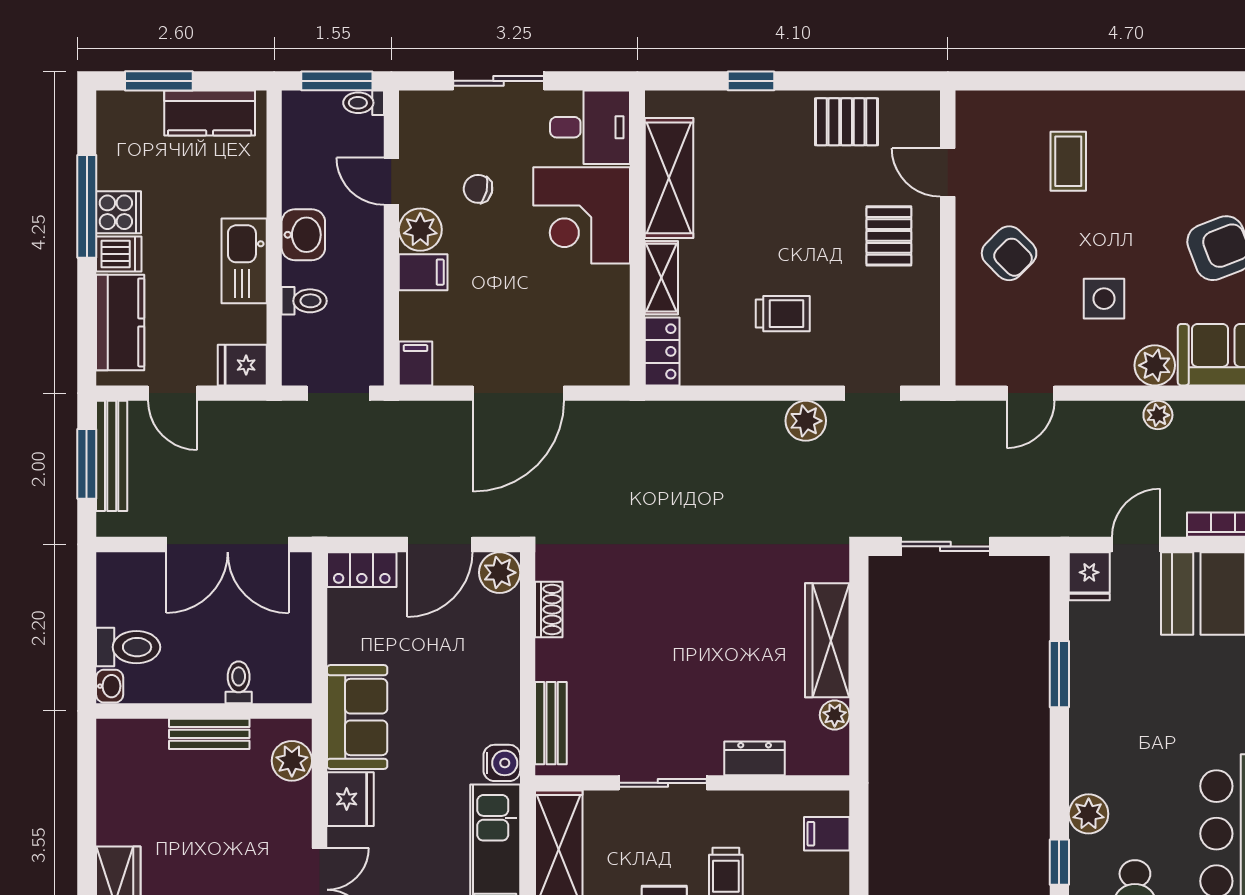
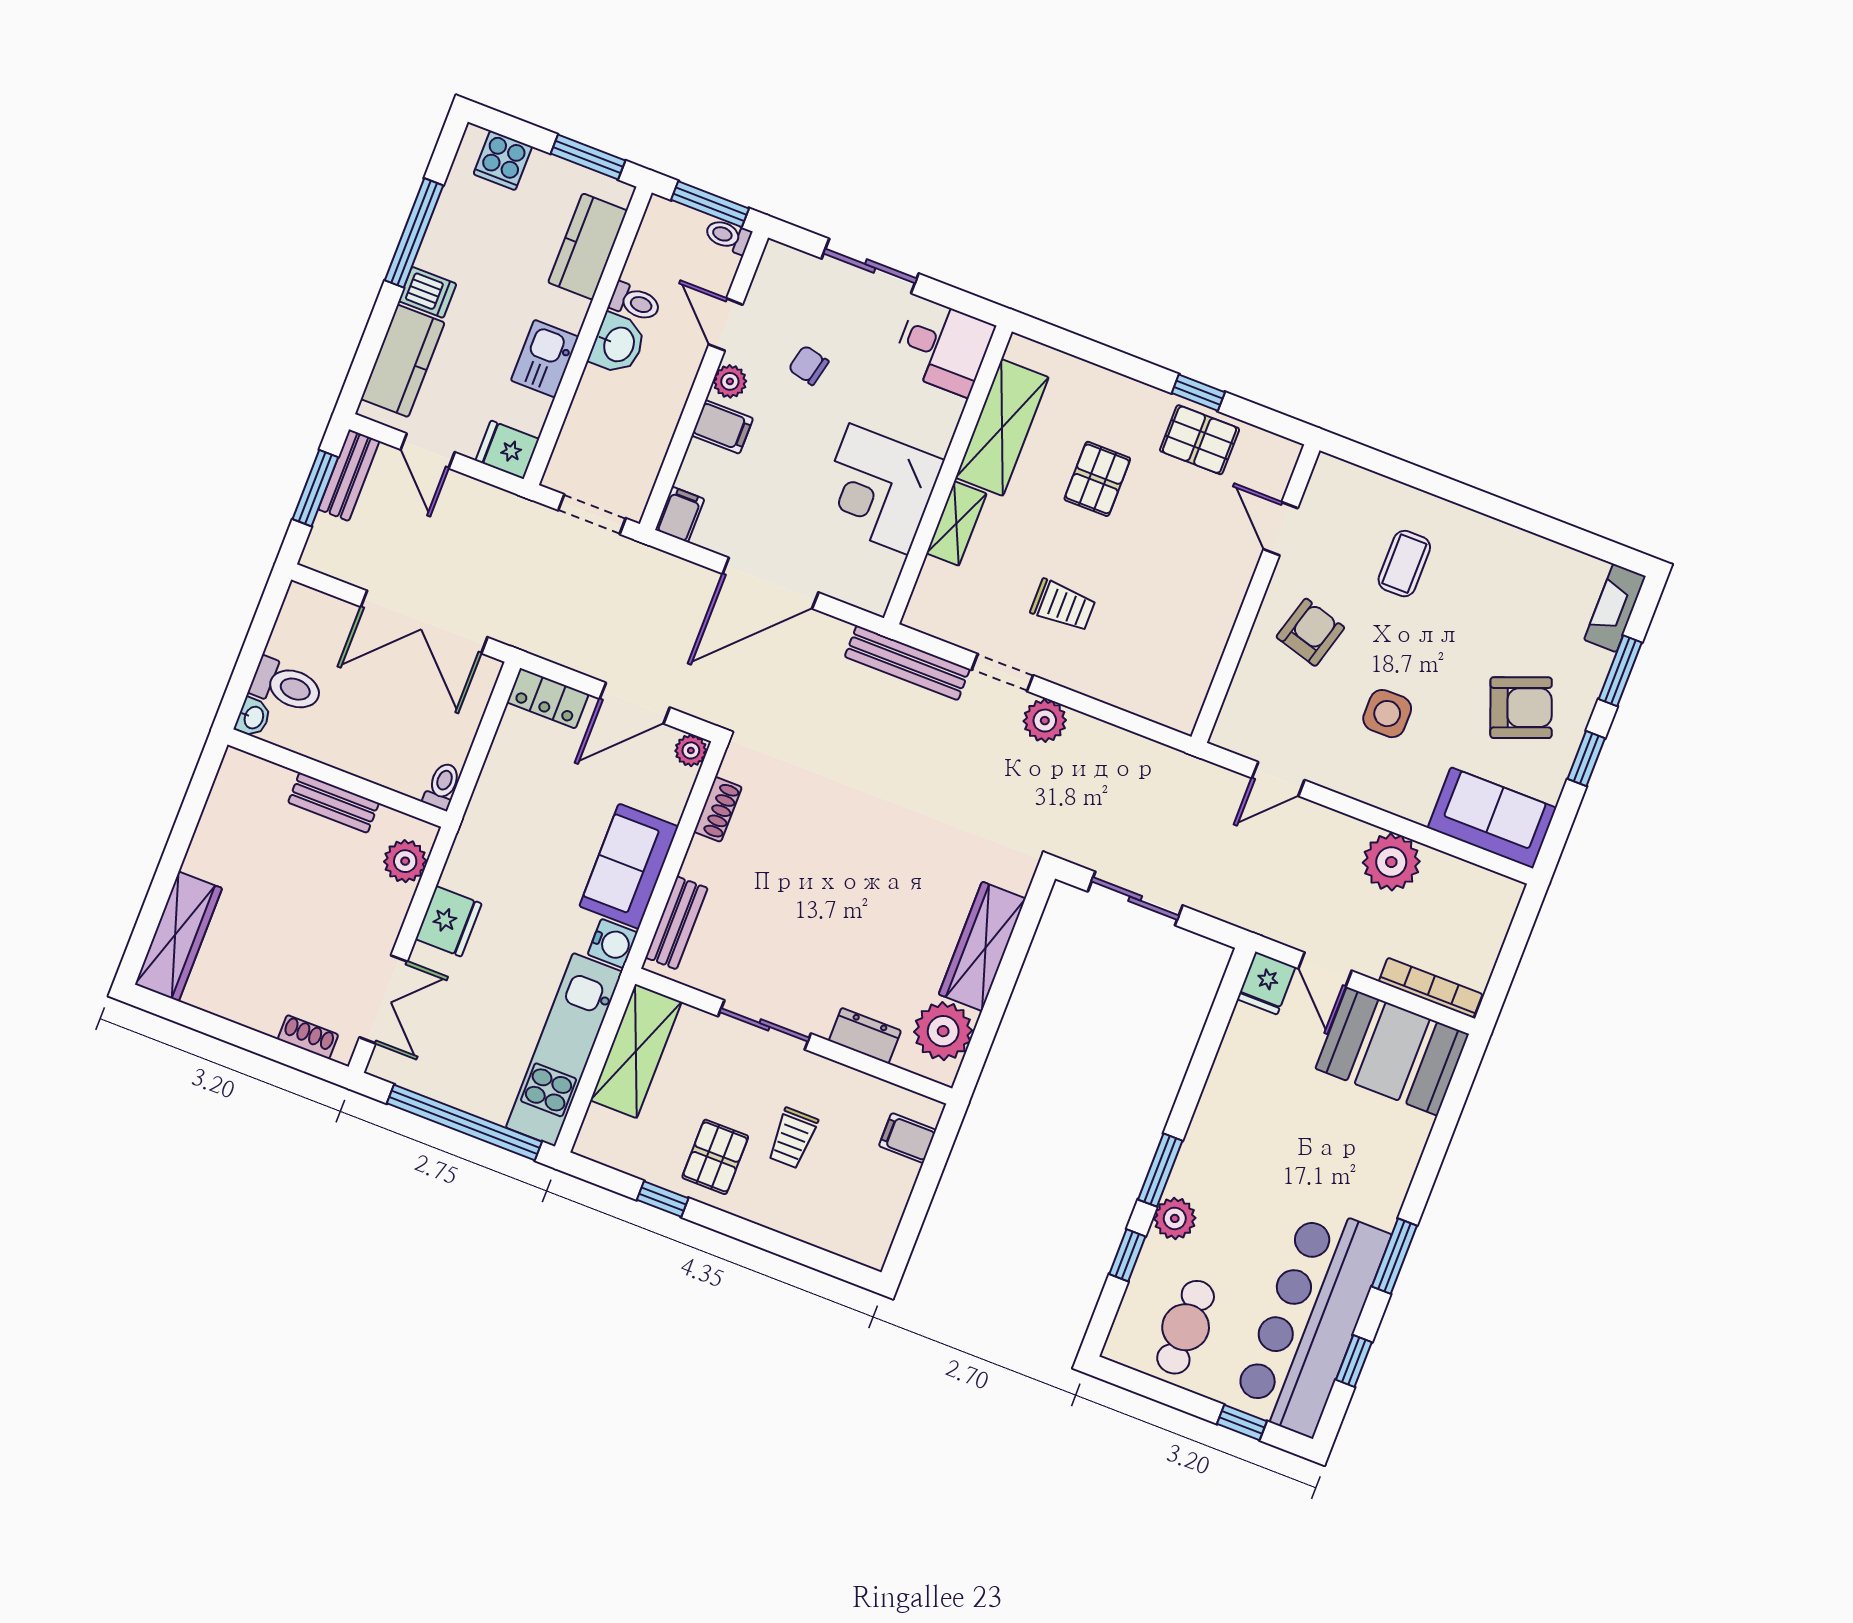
window: (159, 81) -> (588, 157), moved
window: (751, 81) -> (1198, 393), moved
kitchen counter: (210, 113) -> (588, 246), moved, turned 90
cooker: (119, 212) -> (503, 160), moved, turned 90
corner desk: (582, 215) -> (879, 489), moved
plant: (420, 230) -> (730, 381), width x0.73, depth x0.73
pallet: (889, 236) -> (1097, 479), moved
armchair: (1009, 253) -> (1310, 632), turned -119
kitchen sink: (244, 261) -> (545, 359), width x0.73
toilet: (304, 301) -> (635, 302), moved
locker: (662, 351) -> (929, 597), removed
plant: (1155, 365) -> (1412, 799), removed
doorway: (872, 393) -> (1002, 673), moved
plant: (1158, 415) -> (1391, 862), width x1.88, depth x1.88
bench: (666, 417) -> (907, 663), added
bench: (112, 456) -> (349, 475), width x0.73
door: (1136, 544) -> (1325, 970), swing flipped
plant: (500, 573) -> (691, 750), width x0.73, depth x0.73
window: (1059, 674) -> (1160, 1170), moved
toilet: (239, 682) -> (442, 786), moved
plant: (835, 715) -> (943, 1031), width x1.87, depth x1.87
sofa: (357, 717) -> (629, 866), moved, turned 180

